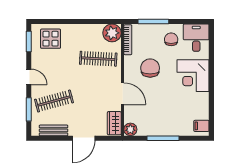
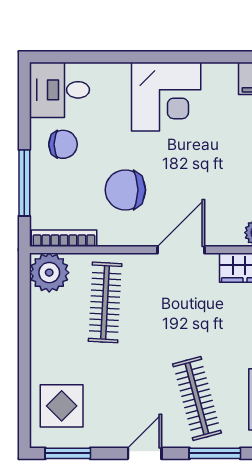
chair: (171, 39) -> (63, 144), turned 180
corner desk: (193, 76) -> (166, 97), moved

